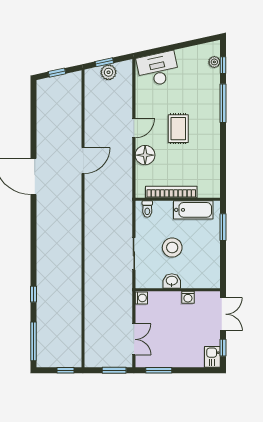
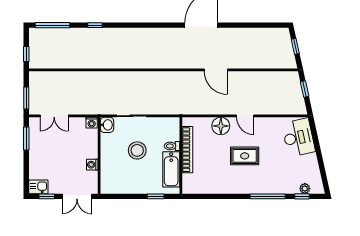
plant: (109, 72) -> (296, 93), removed
toilet: (147, 209) -> (172, 146), moved
window: (223, 227) -> (156, 196), width x0.67
washbasin: (172, 281) -> (107, 125), moved

